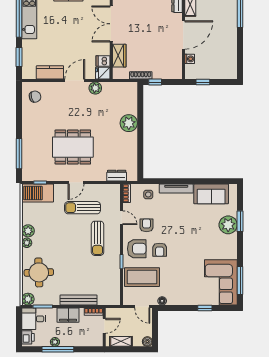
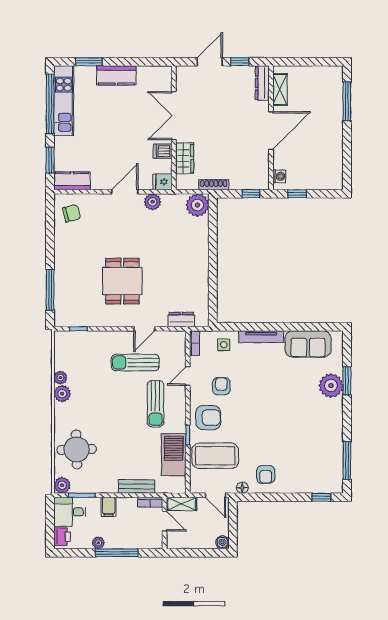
washing machine: (190, 59) -> (279, 176), moved
dishwasher: (103, 61) -> (163, 151), moved
kitchen counter: (50, 72) -> (72, 181), moved
window: (155, 82) -> (251, 194), moved
plant: (129, 123) -> (197, 205), moved
dining table: (73, 147) -> (122, 281), width x0.73
door: (76, 183) -> (144, 329), moved
barbecue: (38, 193) -> (174, 455), moved, turned 90
door: (122, 218) -> (188, 376), swing flipped
plant: (27, 243) -> (60, 378), moved
armchair: (160, 250) -> (266, 474), moved
corner sofa: (221, 282) -> (321, 463), removed
bench: (79, 300) -> (137, 487), width x0.73
window: (205, 308) -> (321, 497), moved
filing cabinet: (68, 315) -> (109, 507), width x0.50
door: (104, 326) -> (165, 521), hinge flipped
shelving: (121, 341) -> (182, 504), moved
window: (58, 349) -> (117, 553), moved

